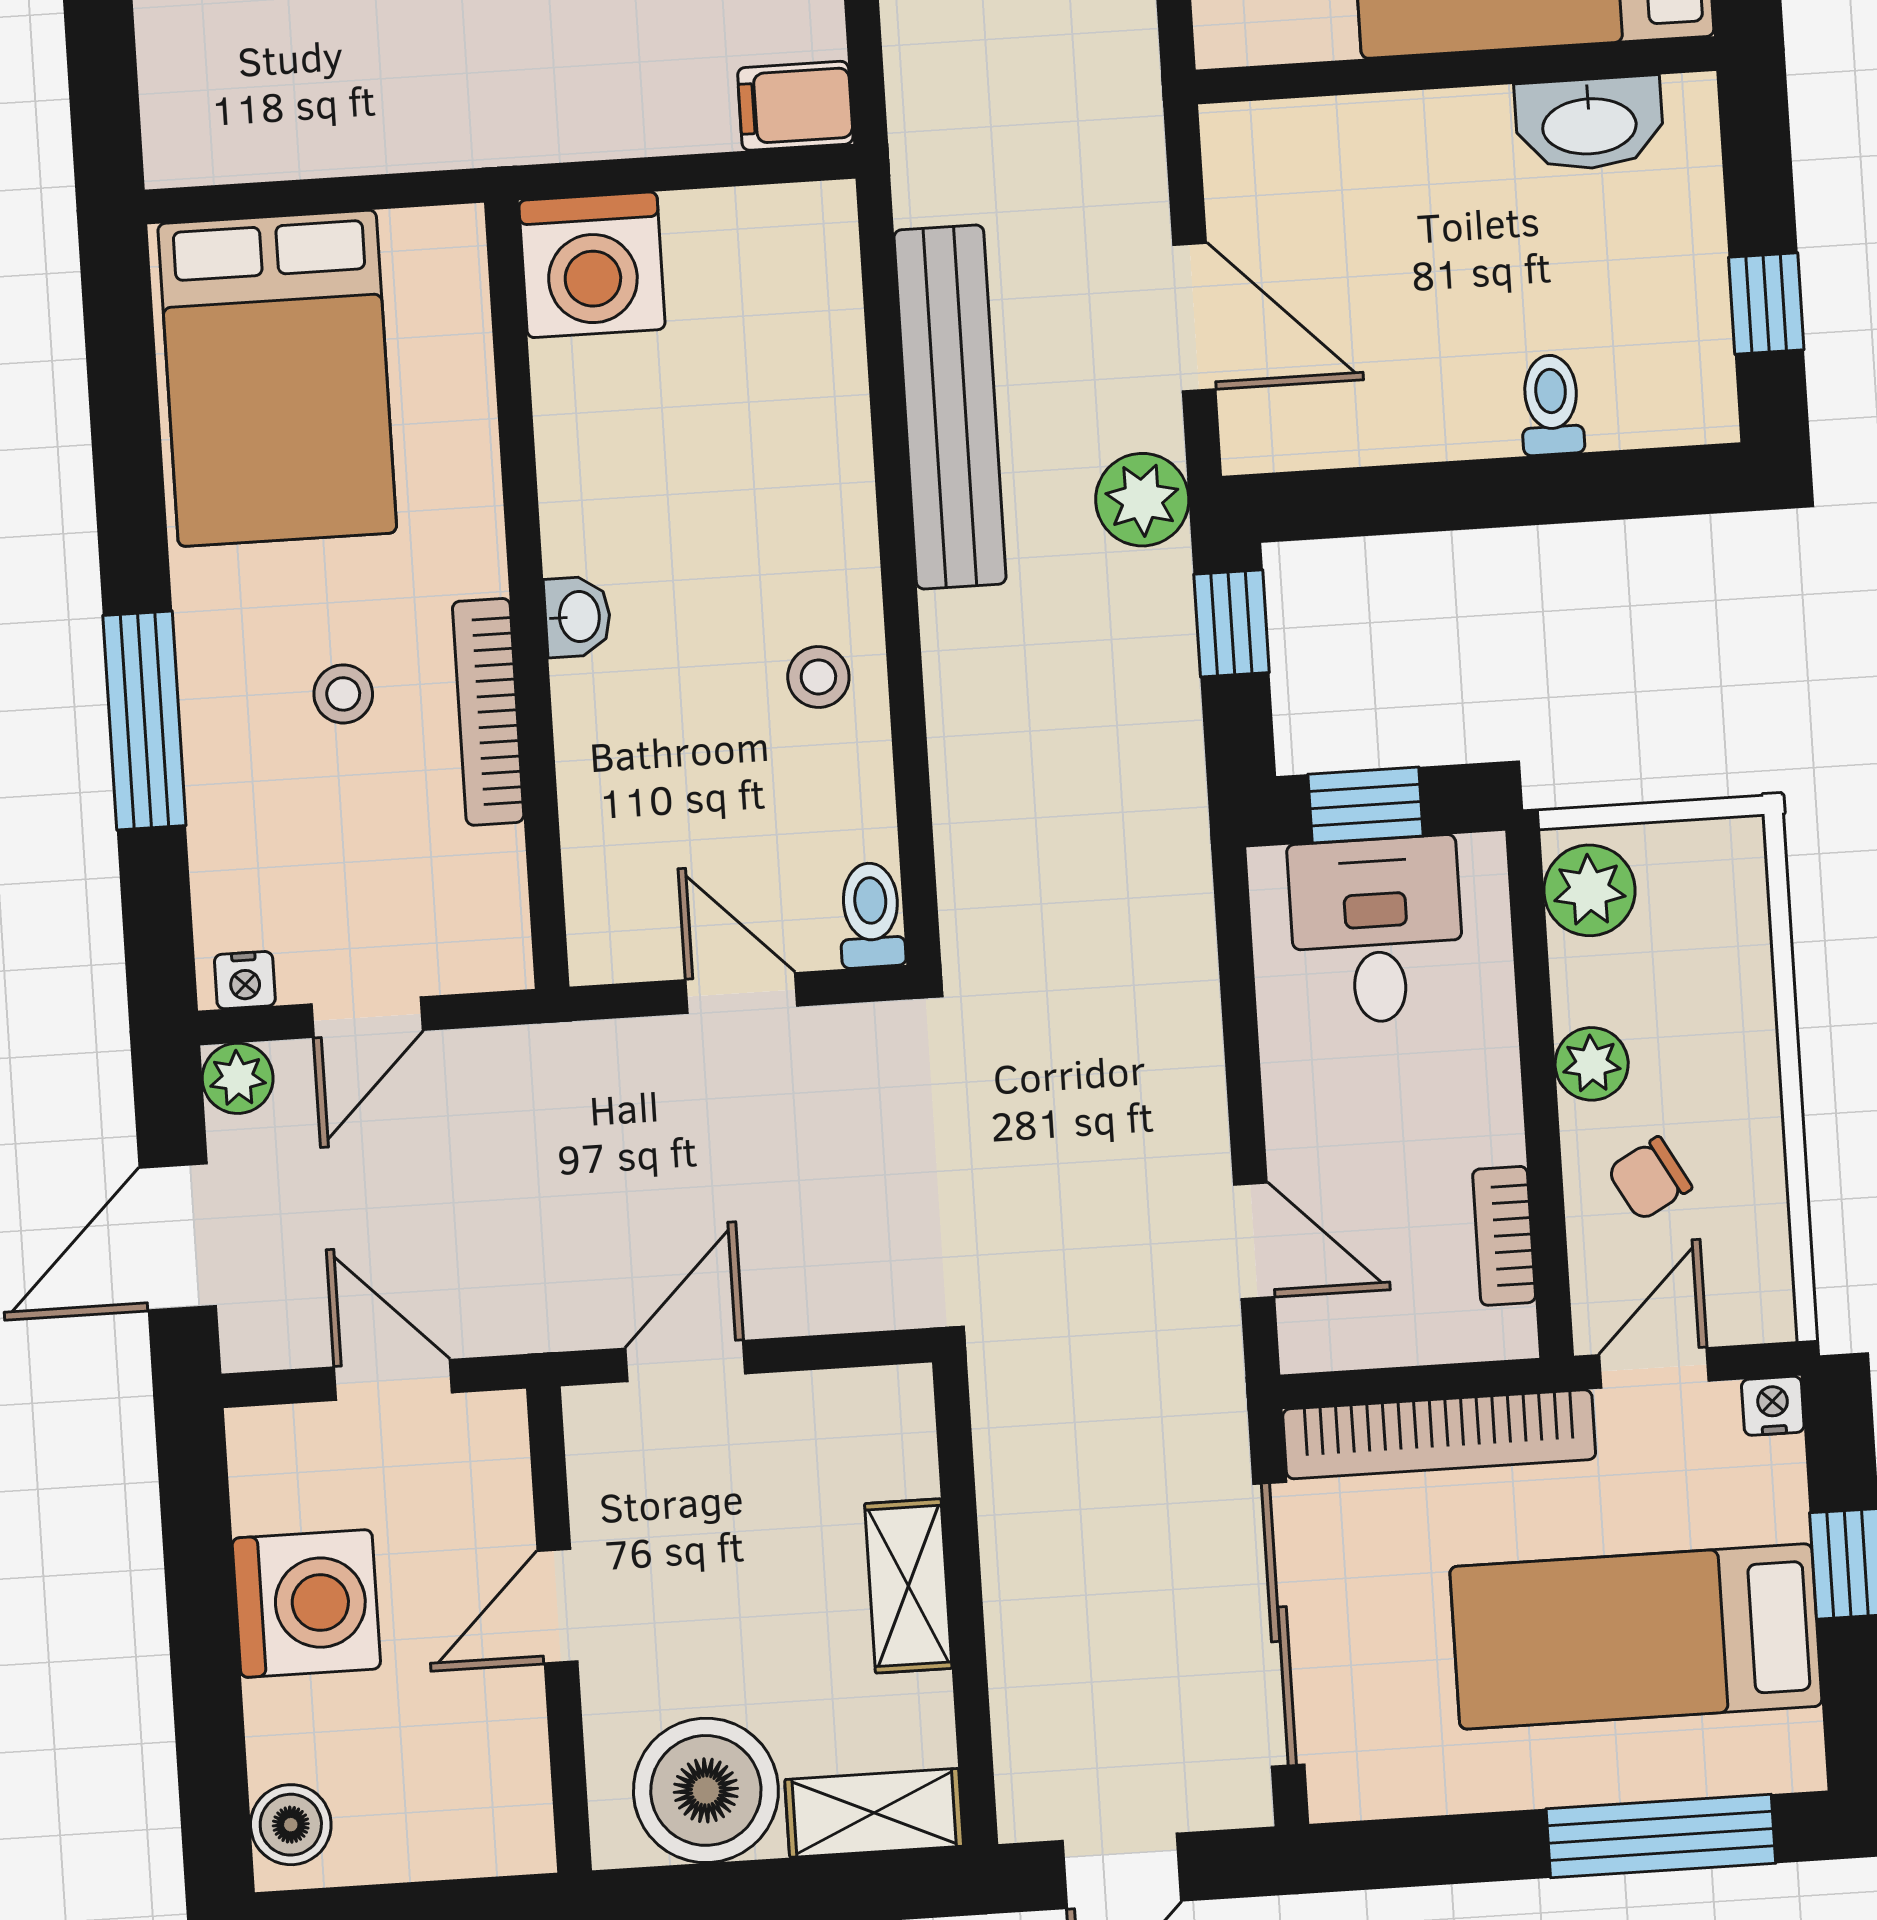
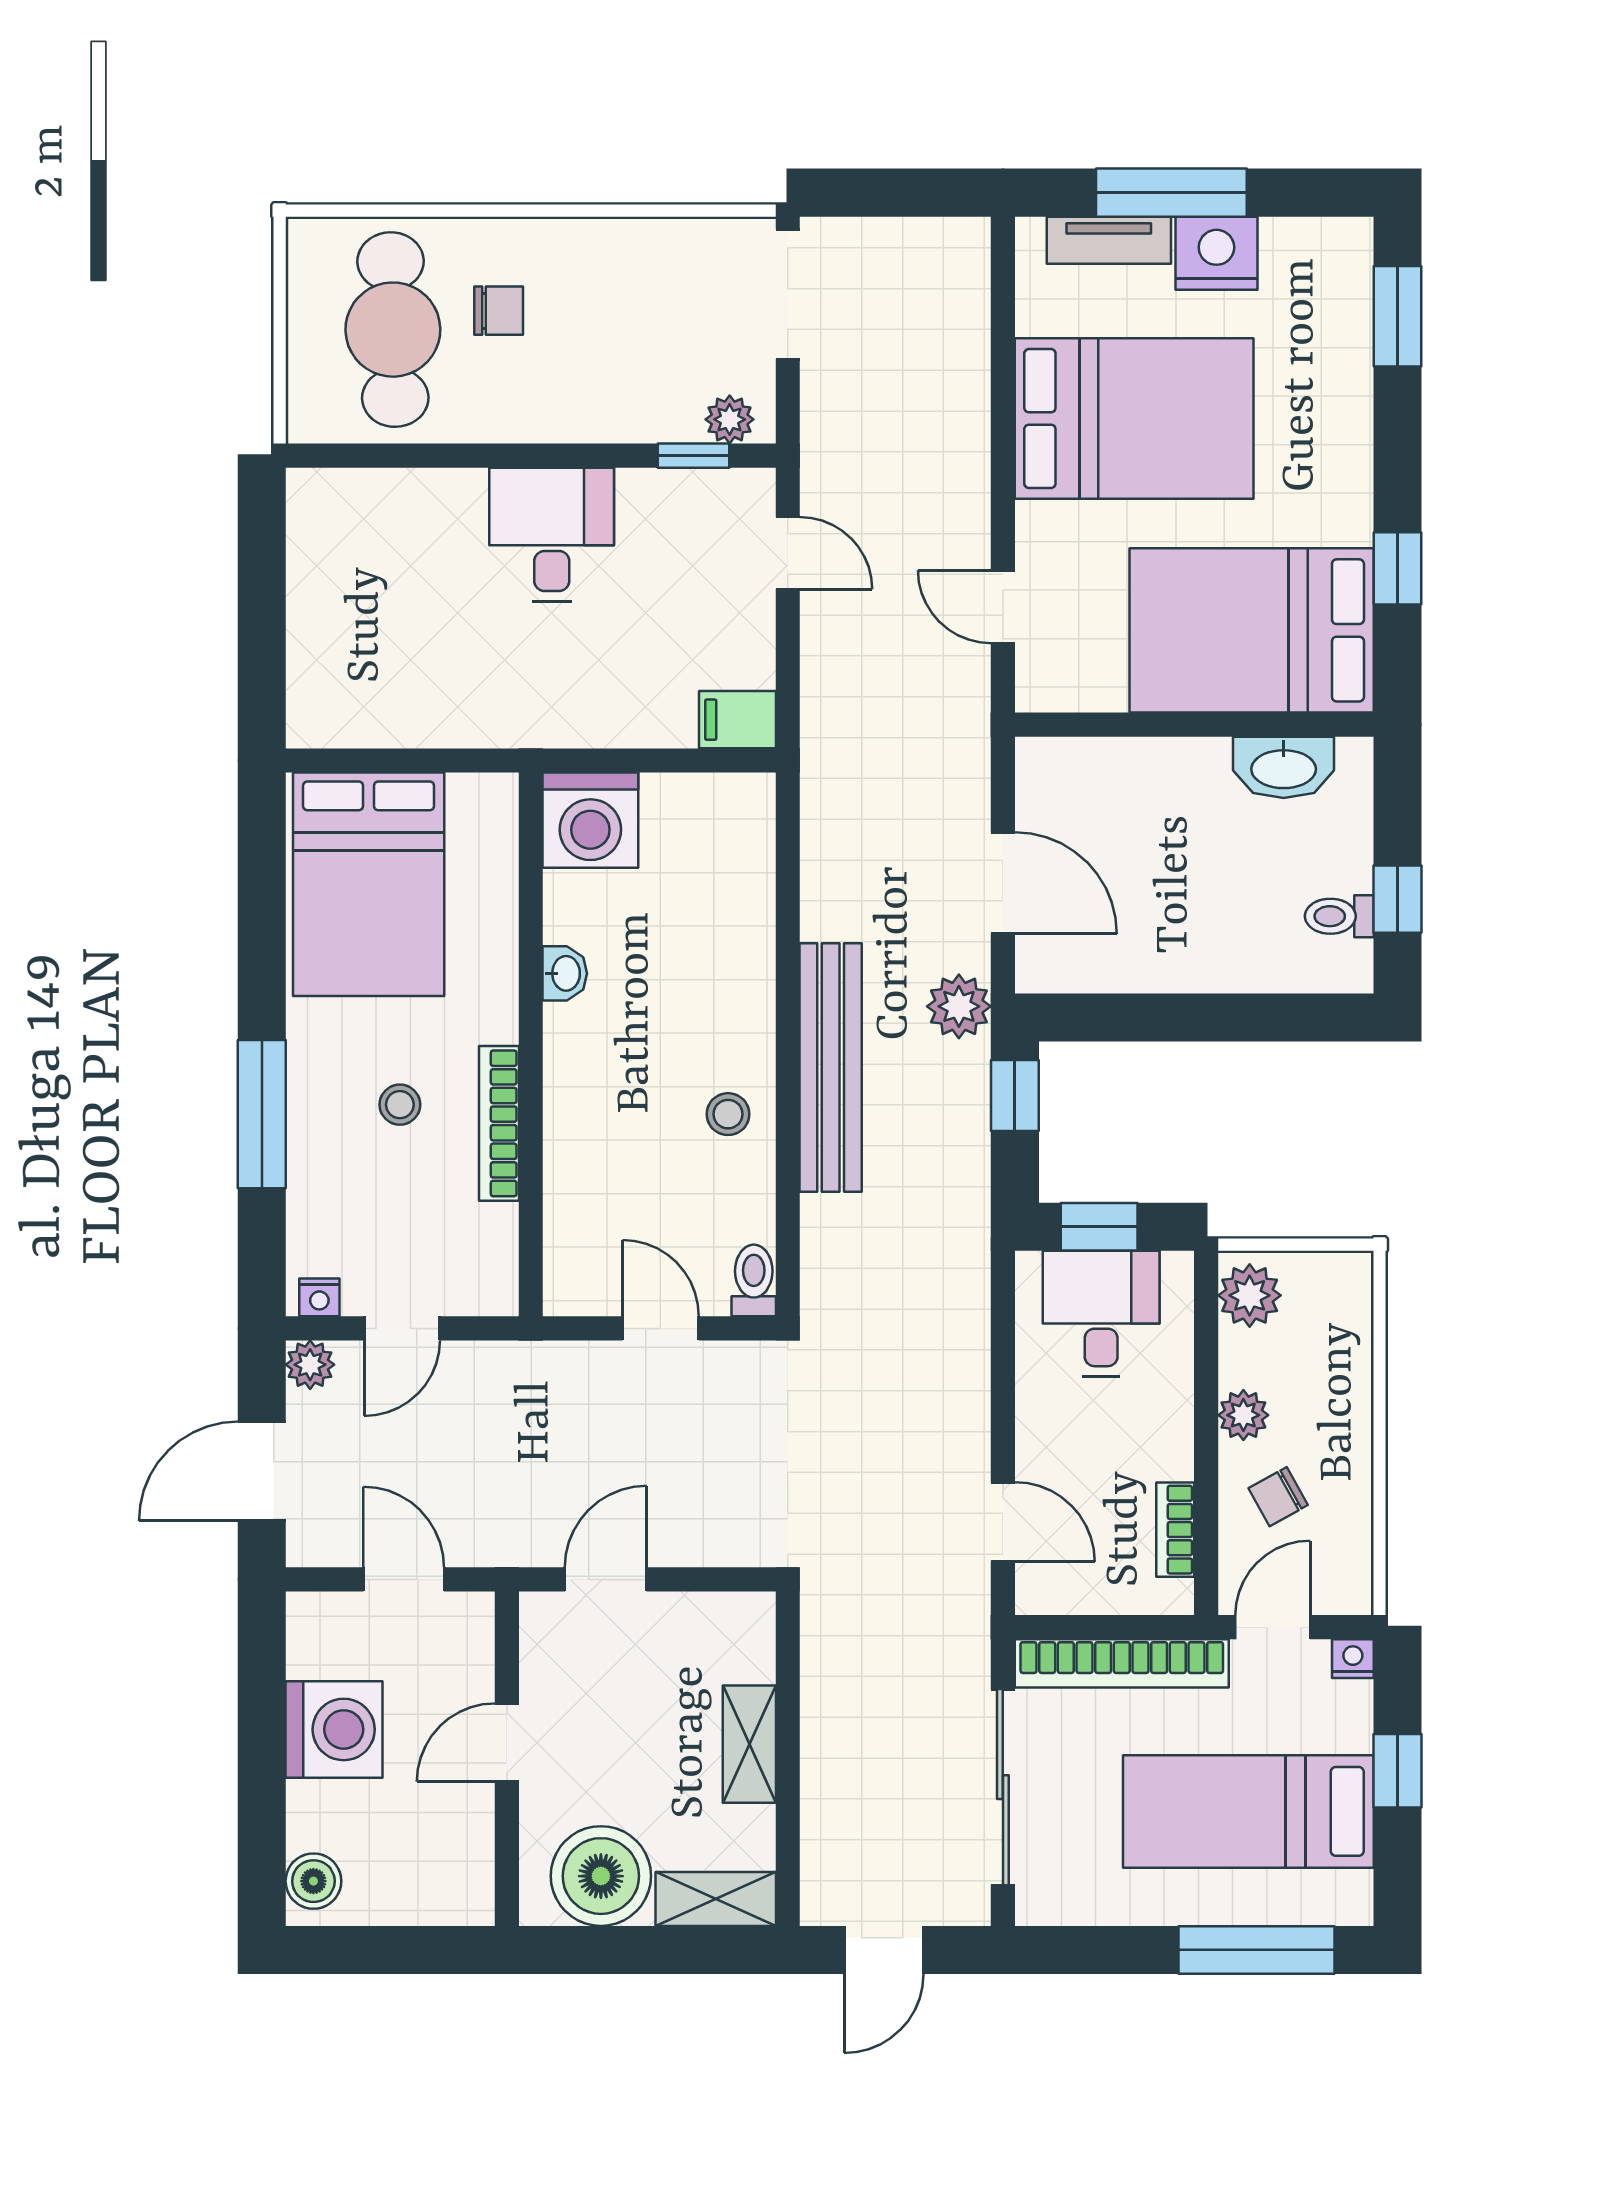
toilet: (1551, 405) -> (1339, 916), moved, turned -90
bench: (950, 407) -> (831, 1068), moved
washbasin: (578, 617) -> (565, 973), moved

